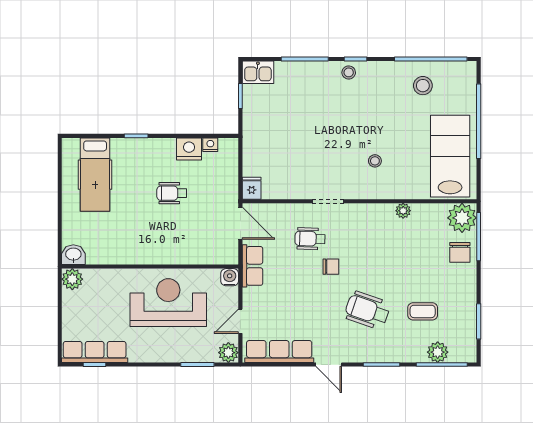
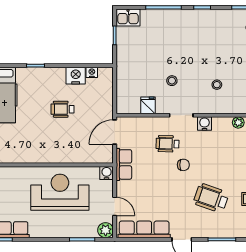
stool: (349, 72) -> (172, 81), moved
fridge: (252, 188) -> (148, 105), moved
water cooler: (359, 212) -> (204, 124), added
door: (240, 223) -> (115, 132), swing flipped
door: (240, 321) -> (115, 206), swing flipped

